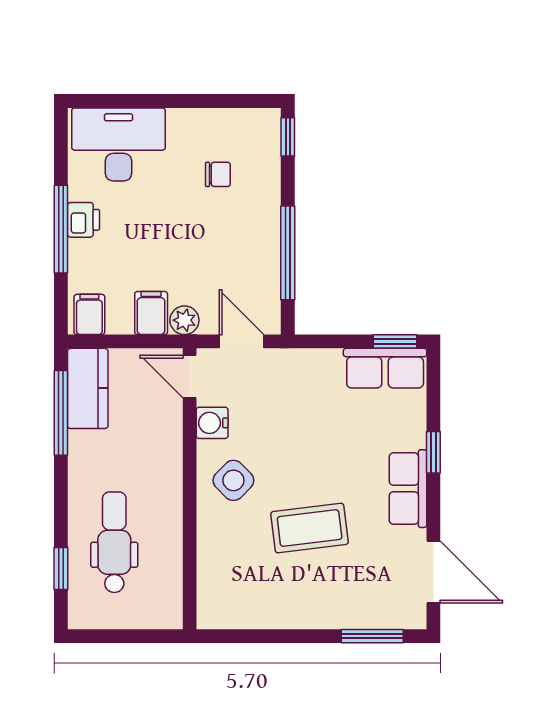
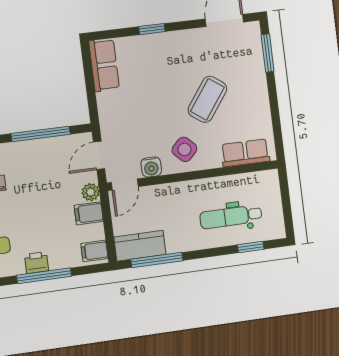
window: (395, 341) -> (87, 61), removed
row of seats: (408, 489) -> (245, 153), moved, turned 180
coffee table: (310, 528) -> (207, 99), turned 43

